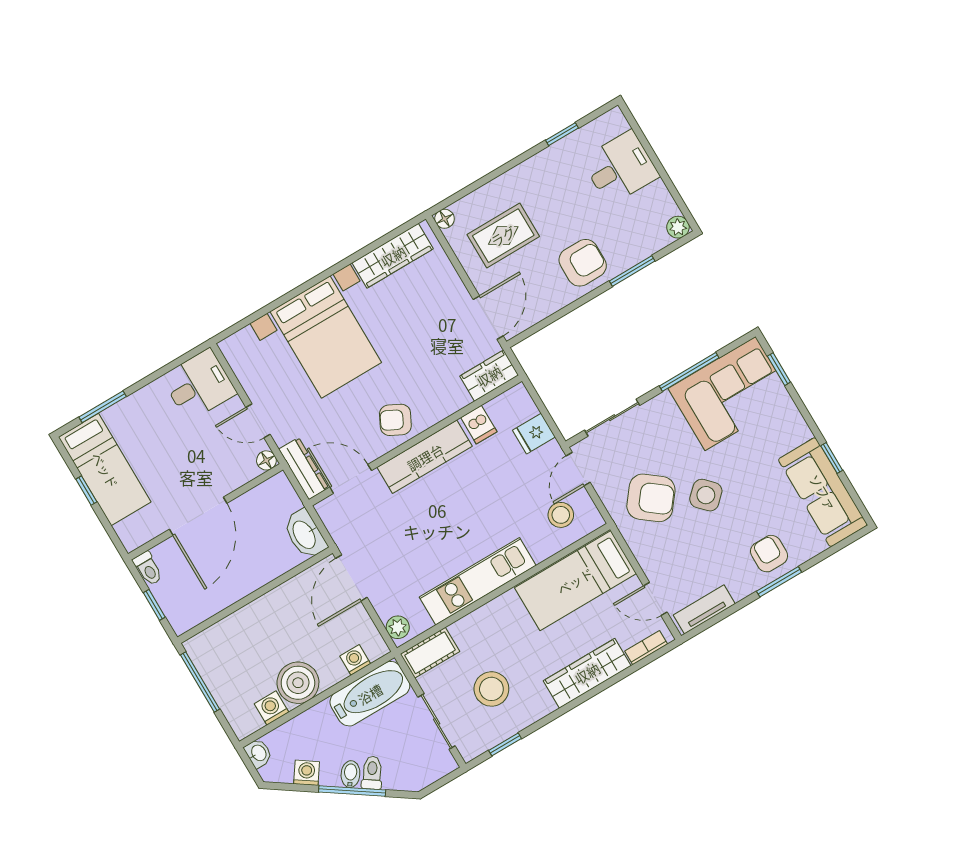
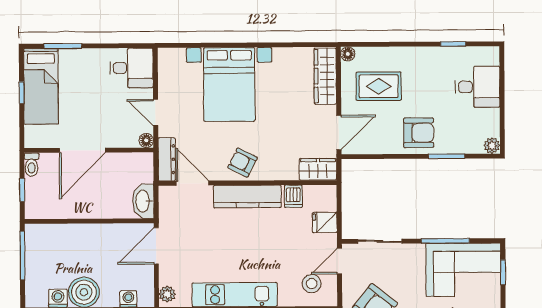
wardrobe: (393, 256) -> (325, 76), moved, turned 90

